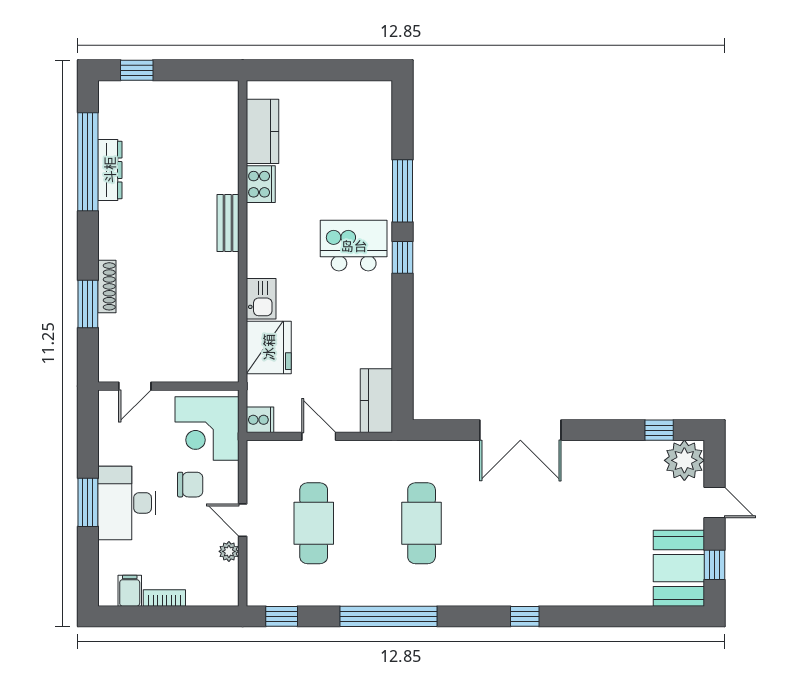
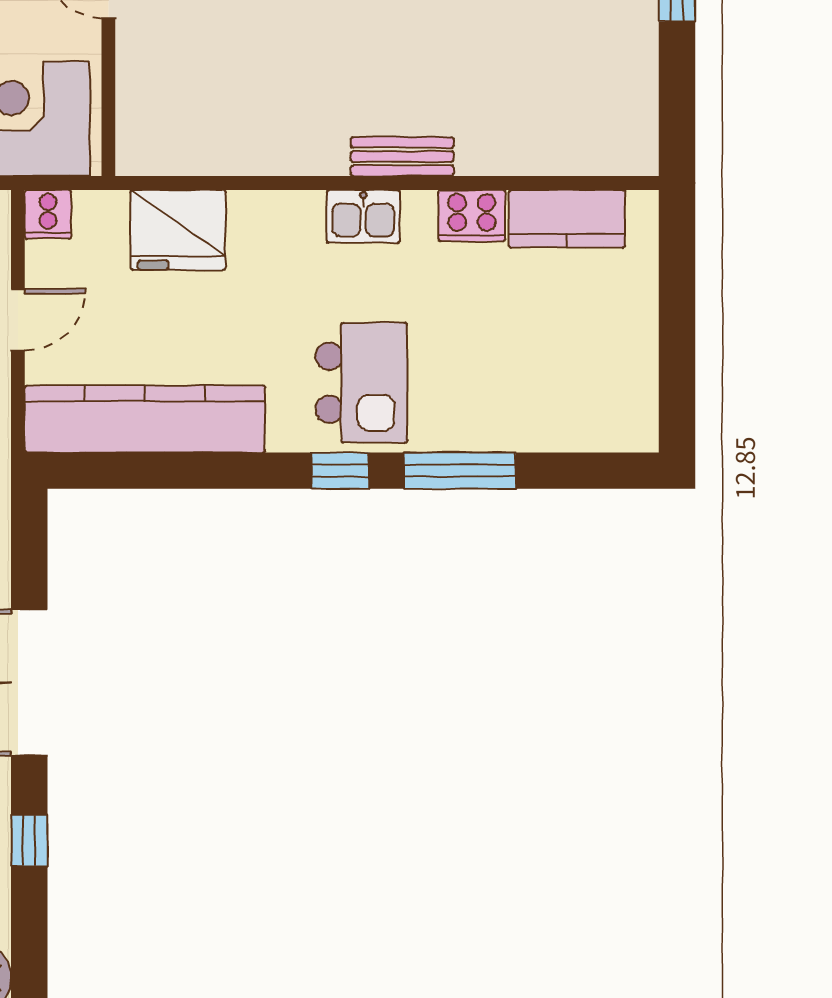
kitchen sink: (261, 299) -> (363, 216), moved
kitchen counter: (376, 401) -> (145, 419), width x2.08, depth x1.17
window: (659, 430) -> (29, 840), moved

